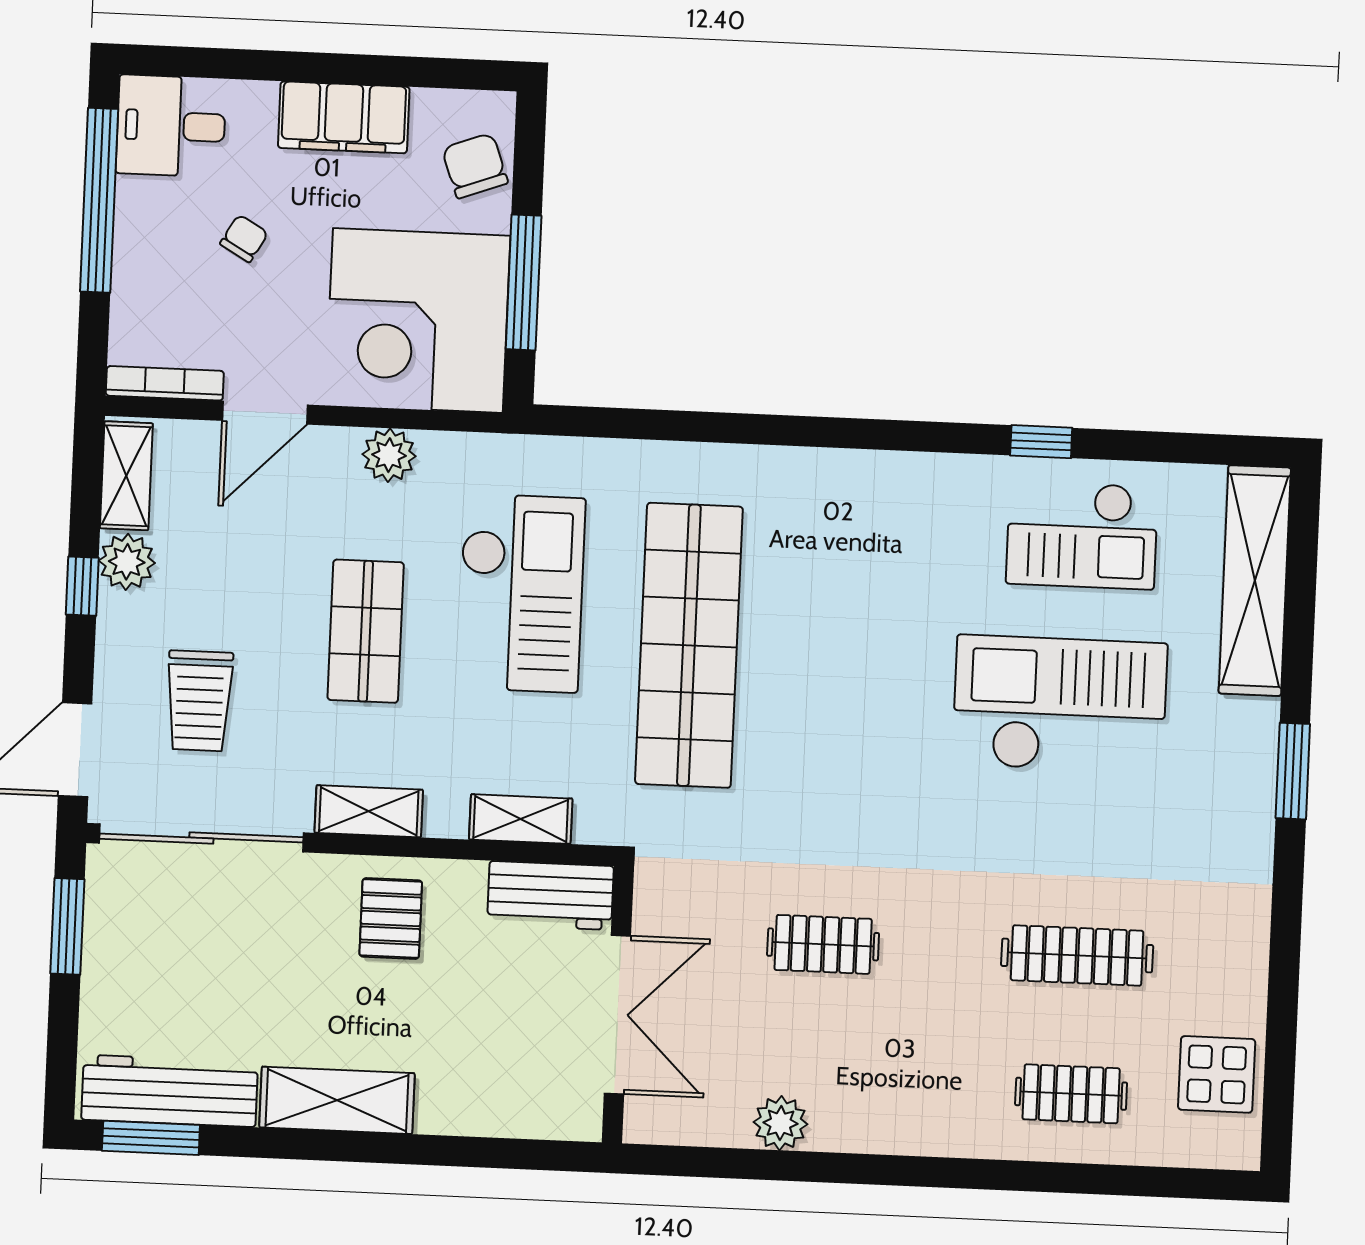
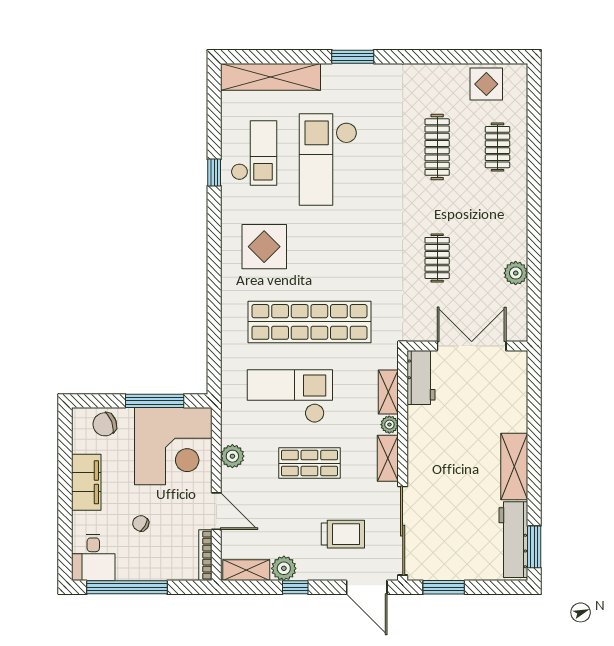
display table: (866, 549) -> (264, 247), added
plant: (446, 818) -> (389, 425), added
pallet: (391, 918) -> (434, 447), removed

